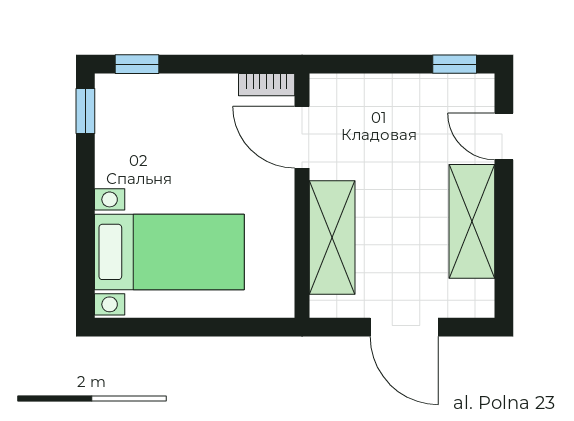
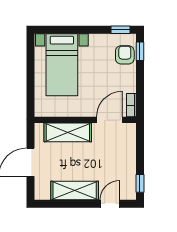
armchair: (146, 101) -> (125, 55), added

